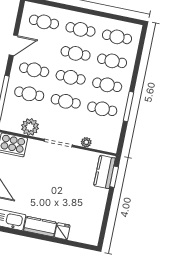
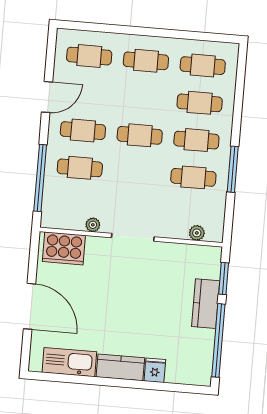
cafe table: (76, 53) -> (143, 98), removed
cafe table: (66, 101) -> (137, 173), removed
plant: (30, 127) -> (93, 225), width x0.53, depth x0.53
plant: (86, 142) -> (197, 233), moved
kitchen counter: (105, 172) -> (206, 304), moved
window: (106, 217) -> (218, 340), added

